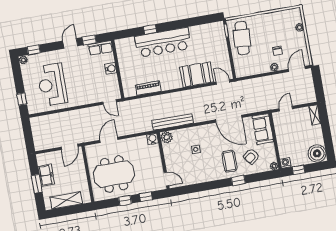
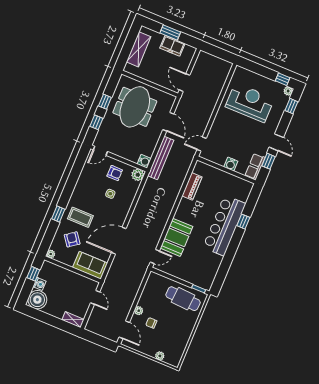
window: (22, 99) -> (283, 79), moved
bench: (173, 122) -> (161, 158), moved
armchair: (177, 156) -> (115, 173), added
washing machine: (285, 163) -> (39, 284), moved

